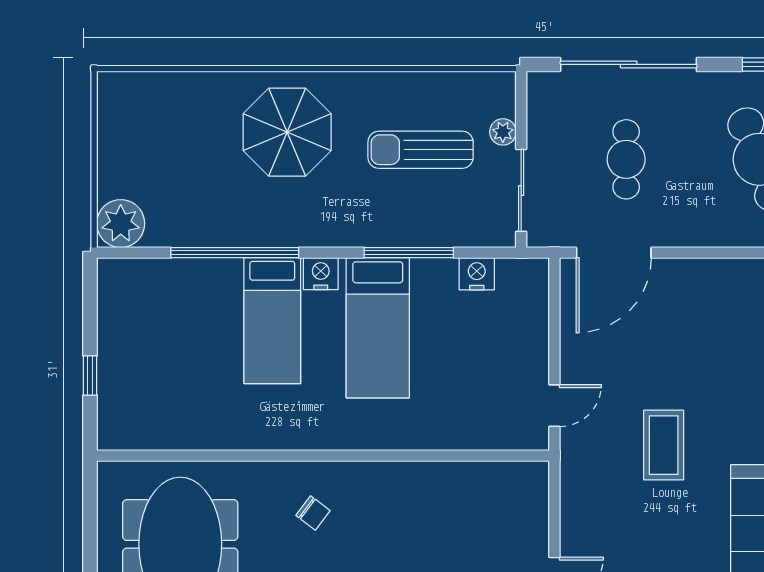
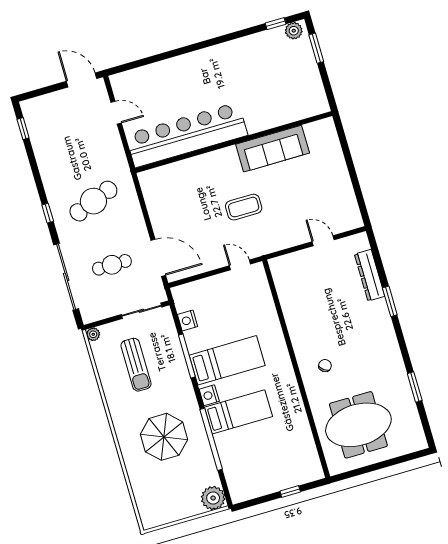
parasol: (287, 132) -> (164, 437), moved
plant: (503, 132) -> (93, 334), moved

